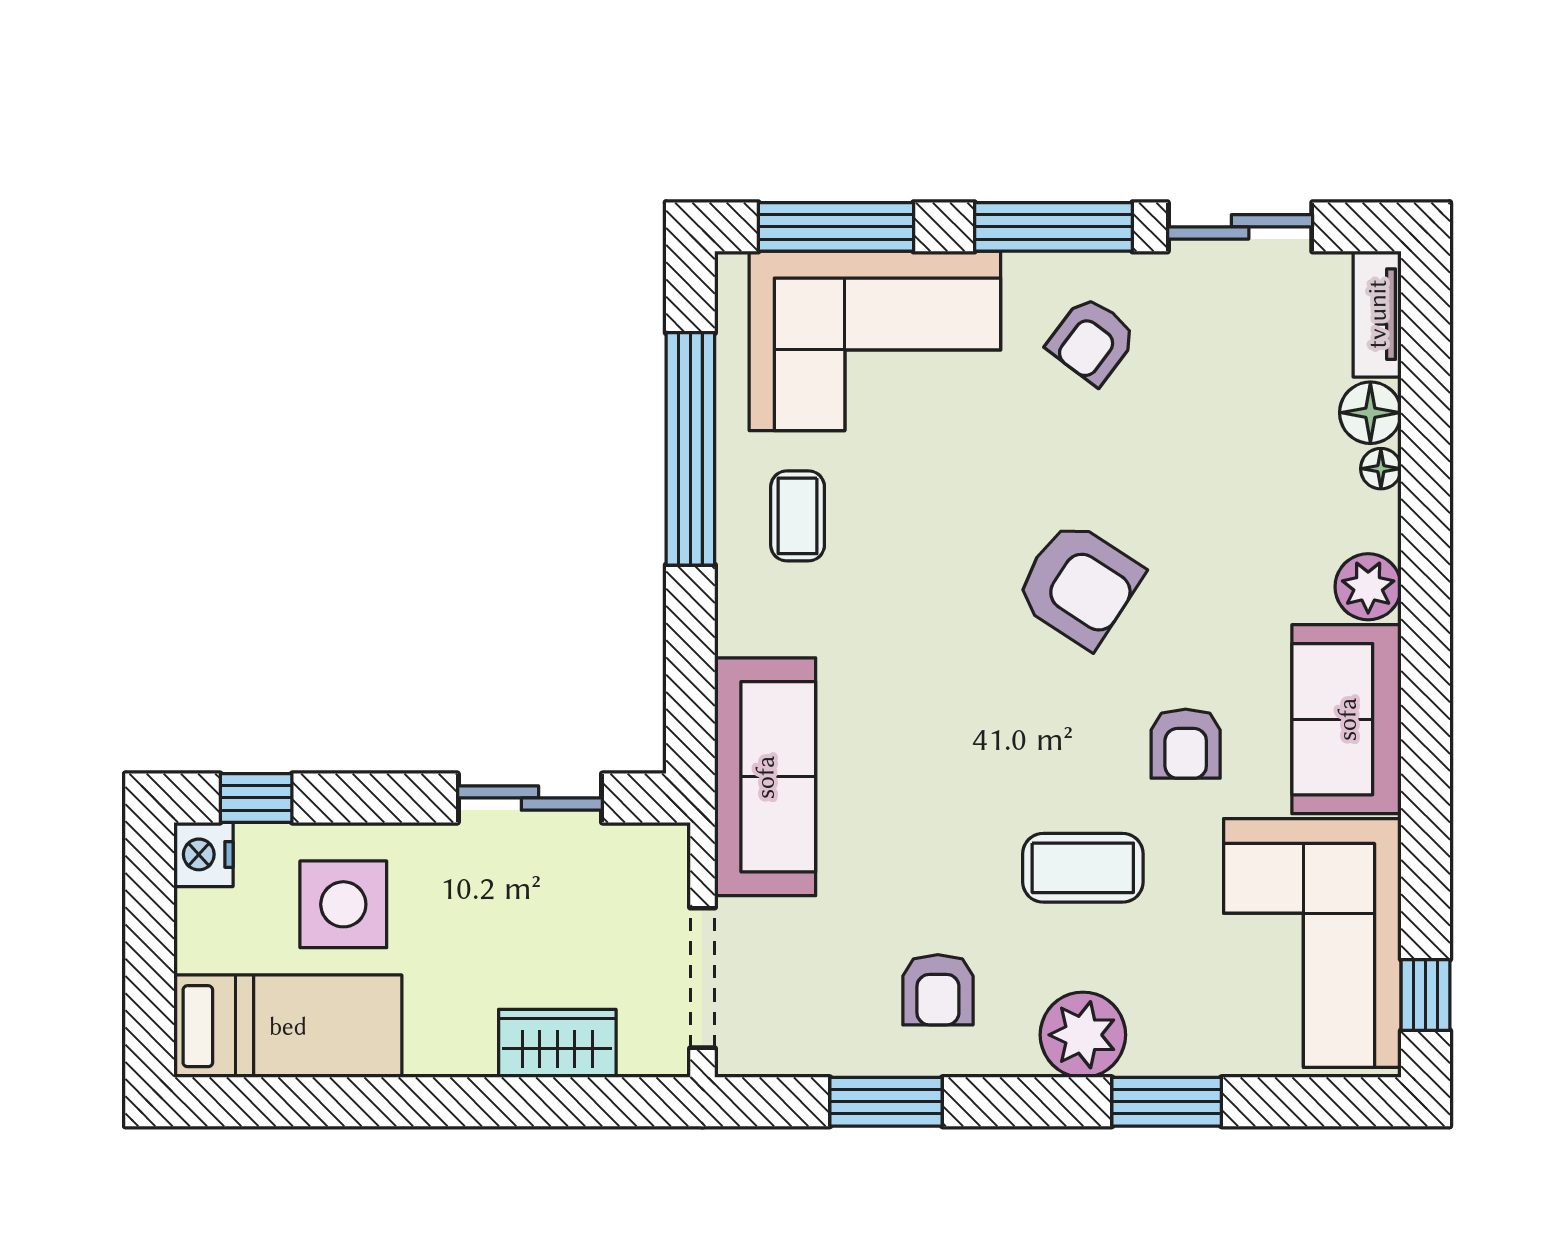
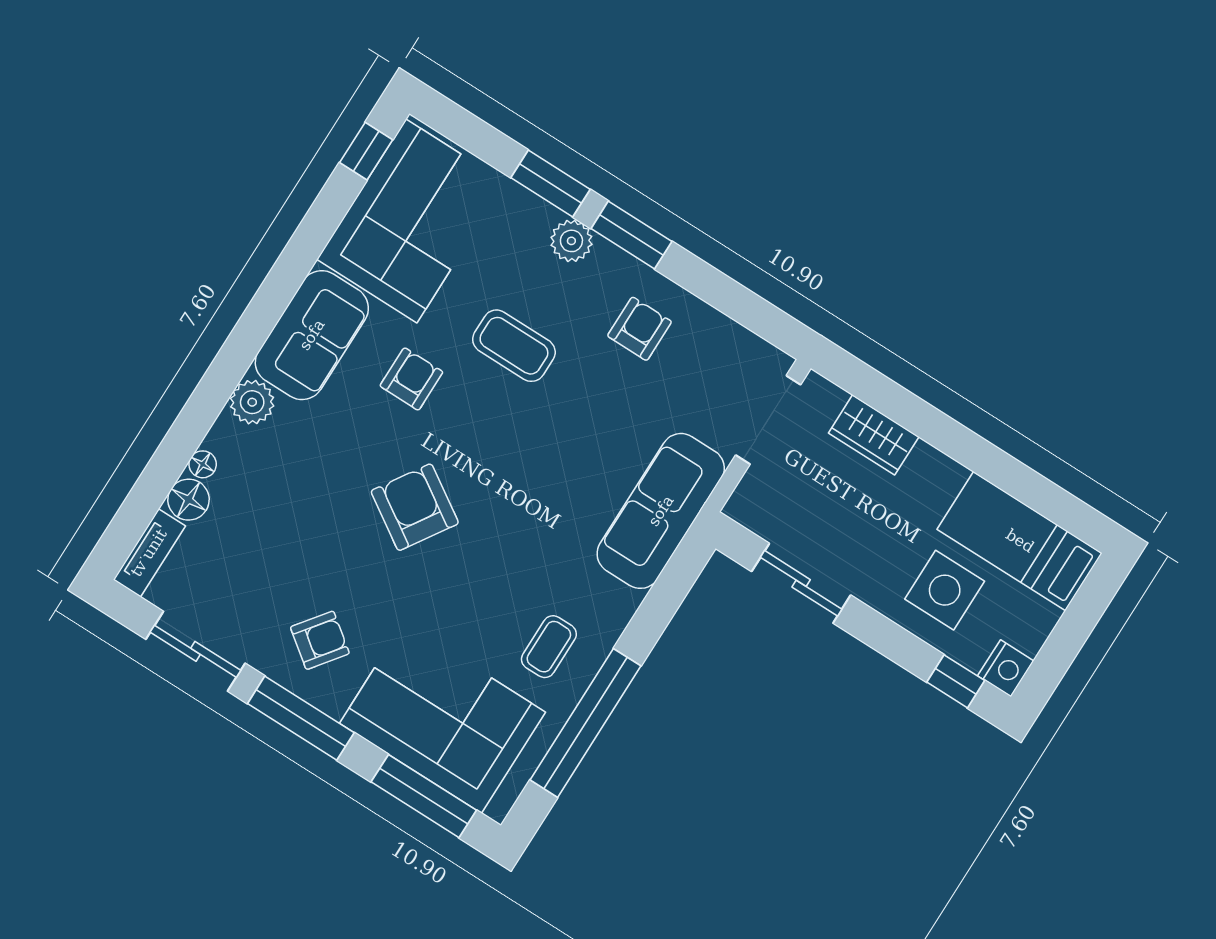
plant: (1083, 1035) -> (571, 241), width x0.73, depth x0.73
window: (886, 1102) -> (631, 235), moved

